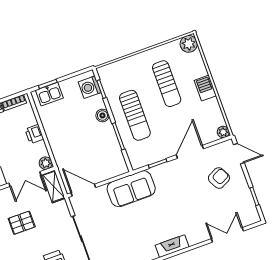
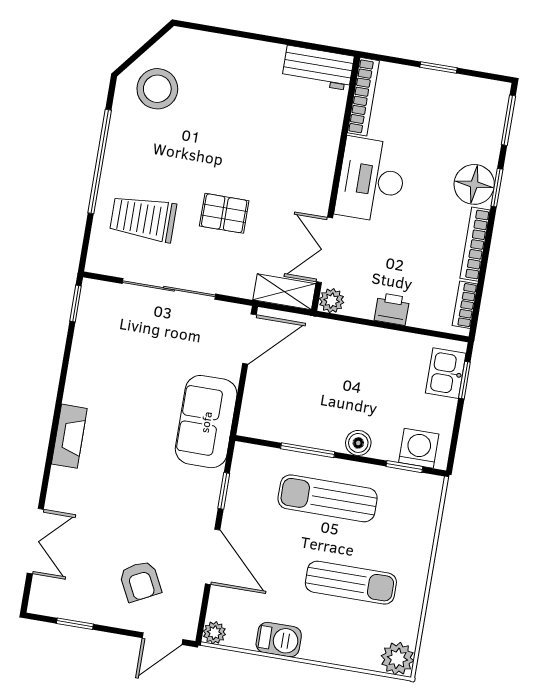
sun lounger: (167, 84) -> (351, 583), turned 180
barbecue: (205, 88) -> (279, 640), moved
pallet: (22, 223) -> (224, 213), moved, turned 90

